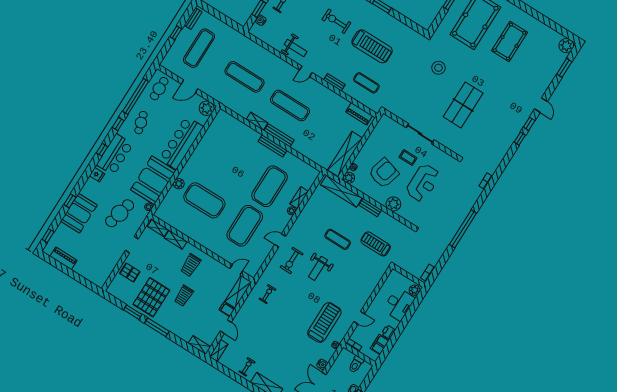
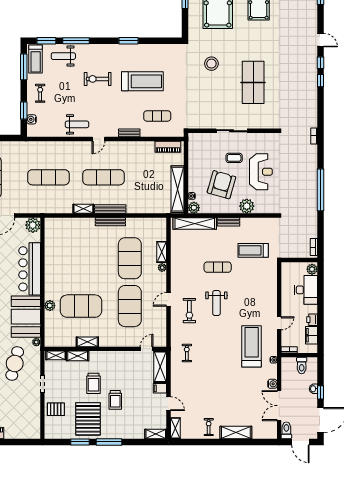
shelving: (191, 233) -> (87, 342), added
trolley: (191, 265) -> (93, 383), moved

